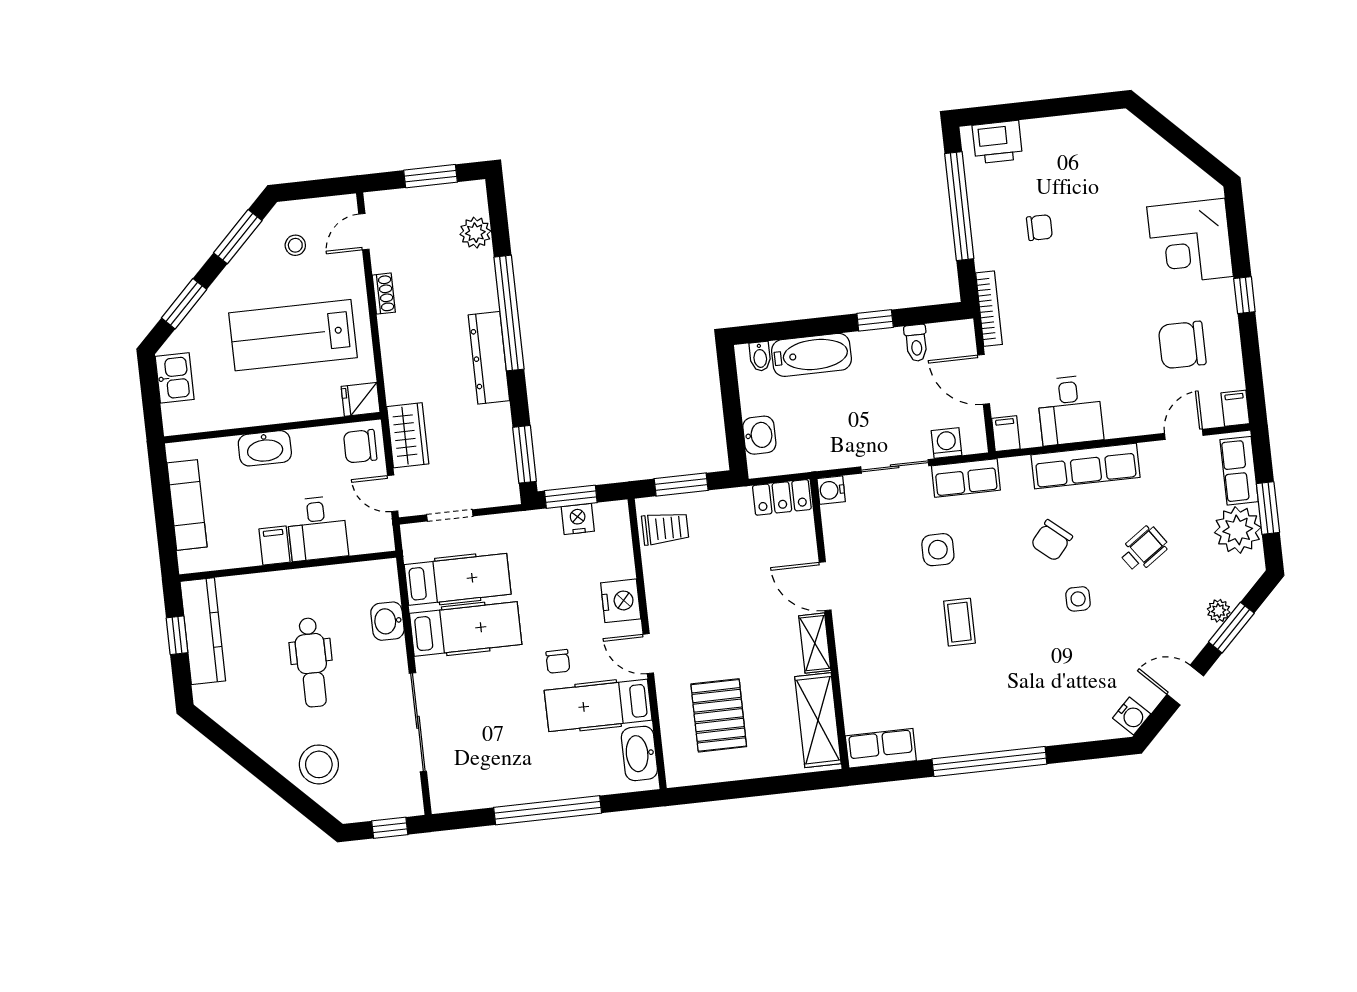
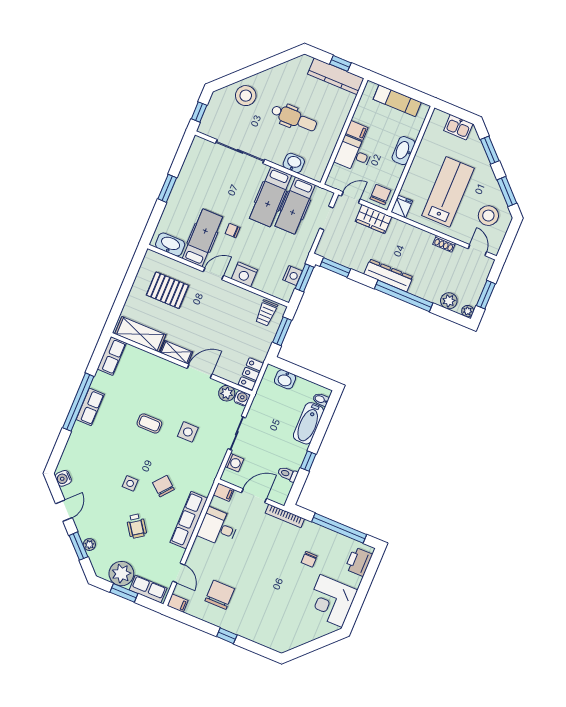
plant: (475, 191) -> (468, 311), added
corner desk: (1190, 242) -> (331, 601), moved, turned -90
stool: (295, 245) -> (488, 216), width x1.89, depth x1.89
row of seats: (966, 478) -> (90, 407), moved, turned 180
plant: (837, 520) -> (227, 393), added
dental chair: (312, 662) -> (294, 118), turned 180
window: (548, 810) -> (167, 188), width x0.47

